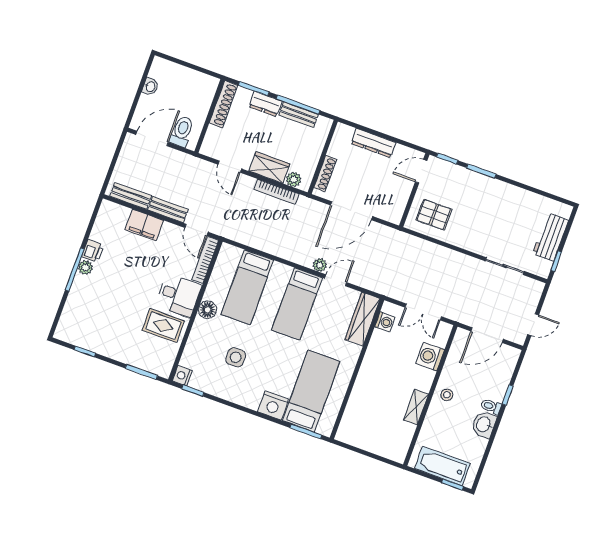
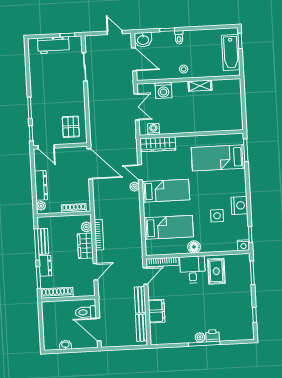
plant: (347, 132) -> (41, 206), added
door: (352, 211) -> (90, 164), moved
printer: (93, 251) -> (213, 336), moved
nightstand: (273, 405) -> (239, 205), moved
washbasin: (484, 424) -> (143, 40), moved

